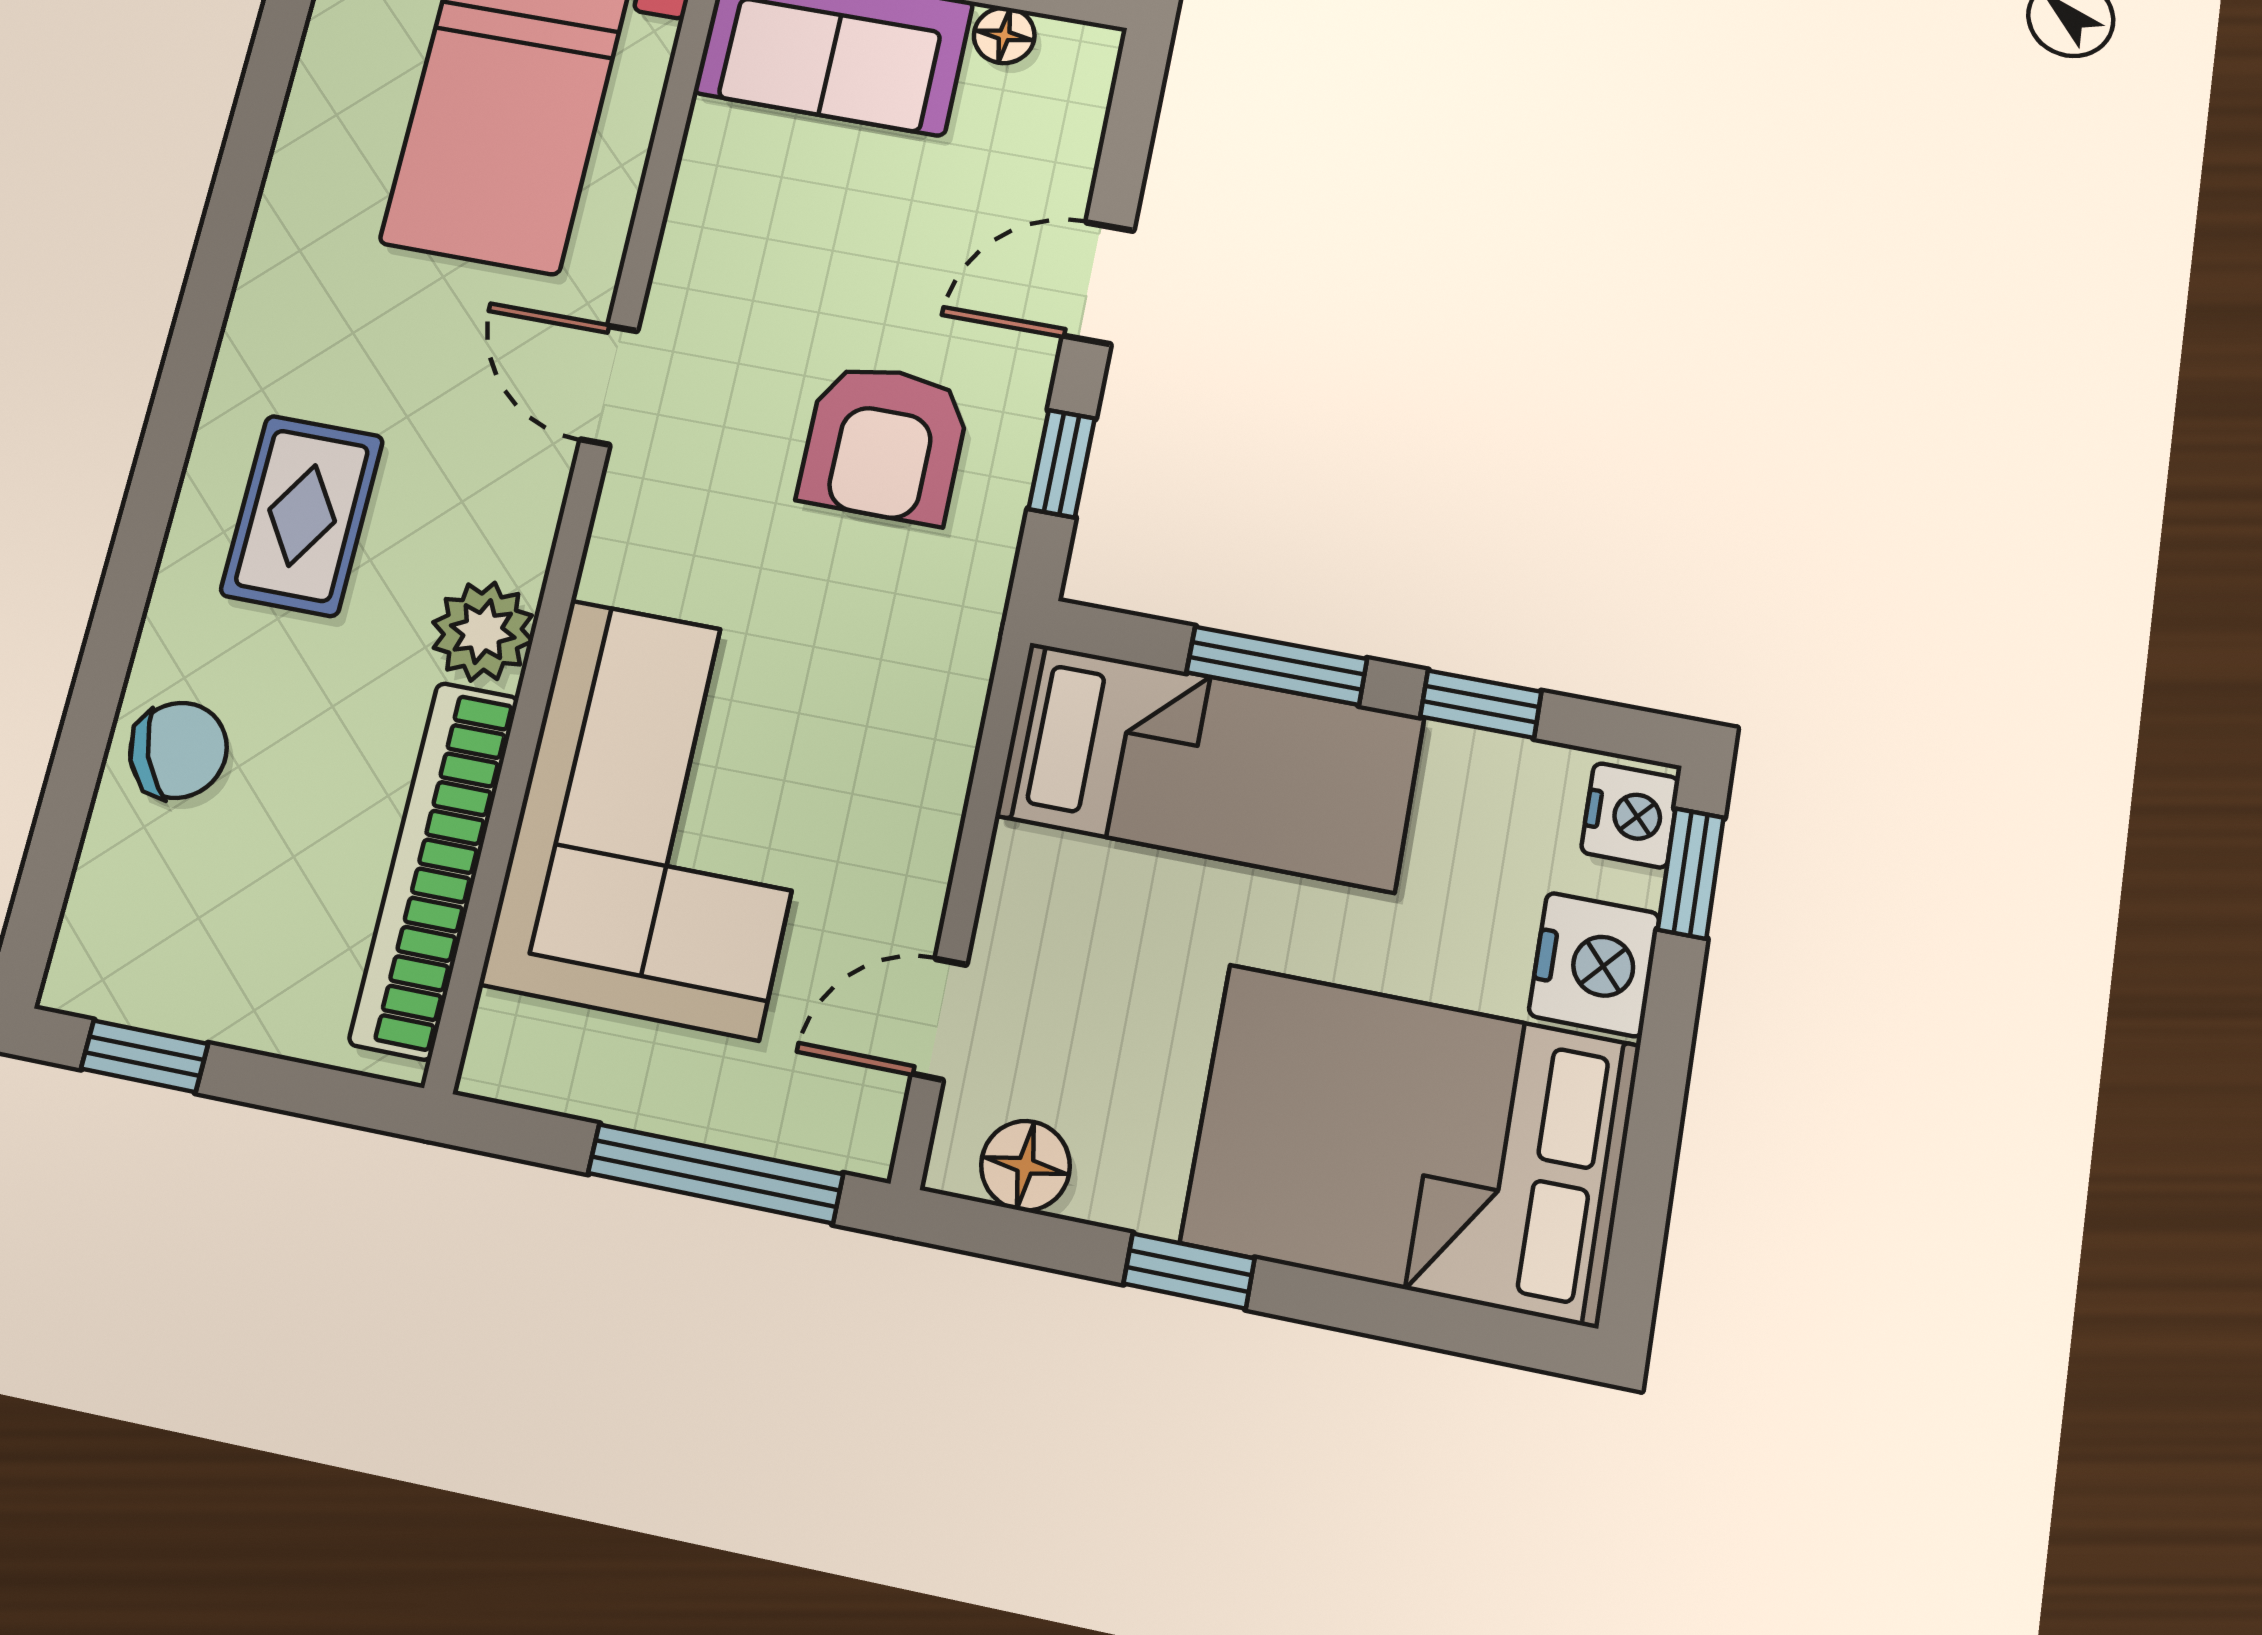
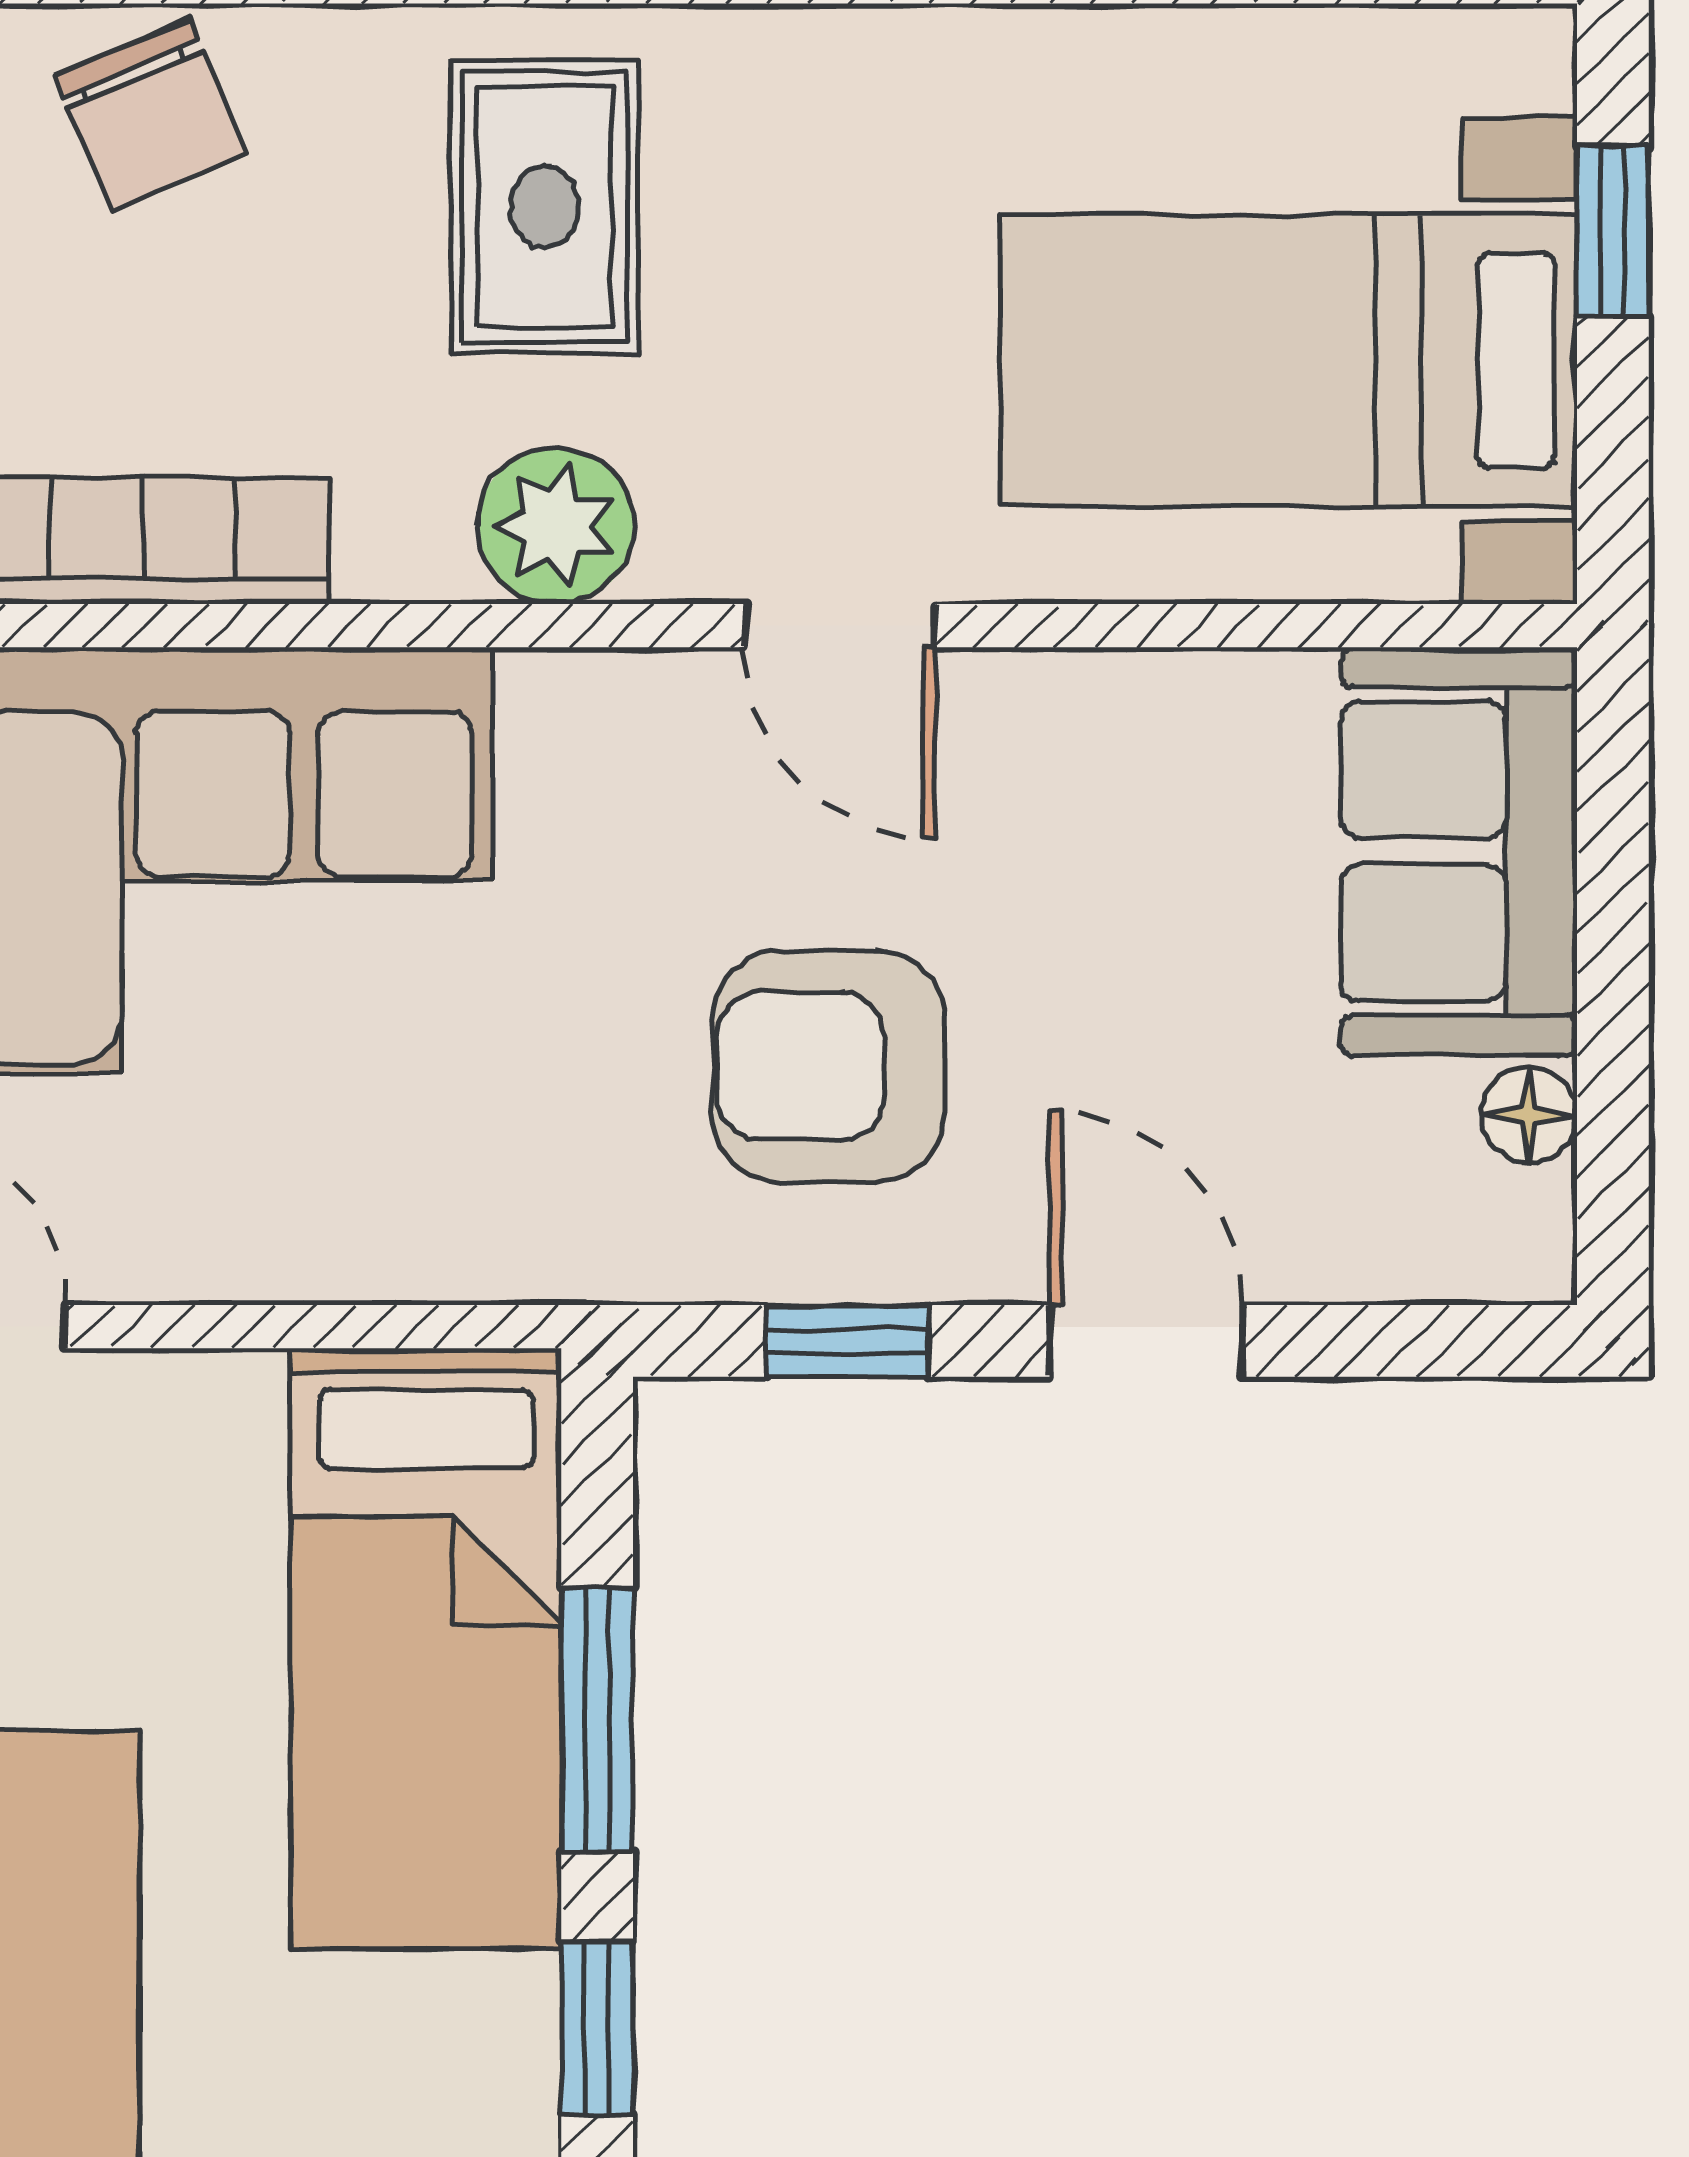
door: (609, 385) -> (840, 626), swing flipped
rug: (302, 515) -> (545, 207), turned 90
plant: (483, 632) -> (556, 526), moved

